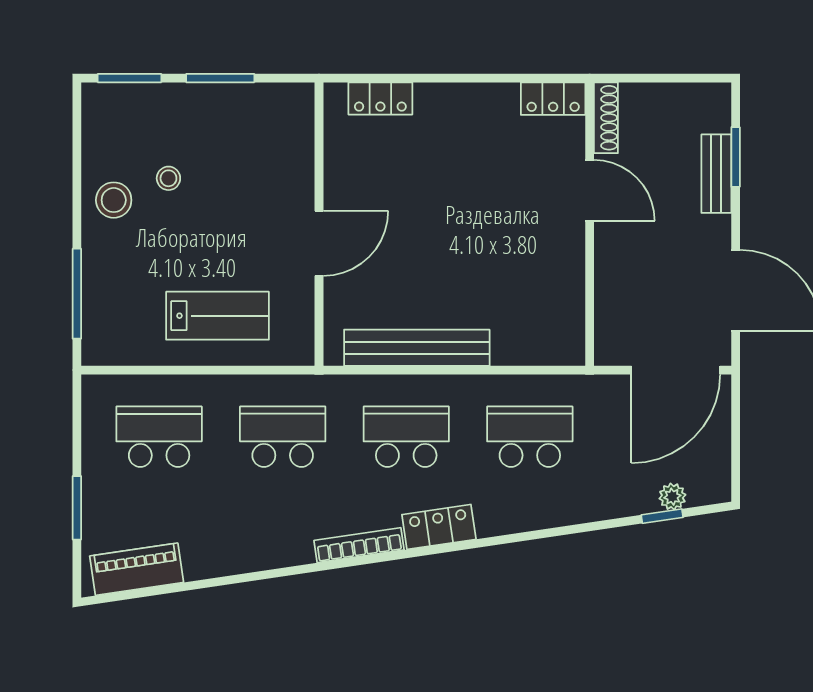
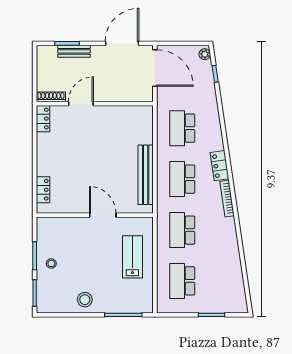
stool: (168, 178) -> (51, 263), moved
plant: (672, 497) -> (205, 54), moved
piano: (137, 569) -> (237, 290), removed

